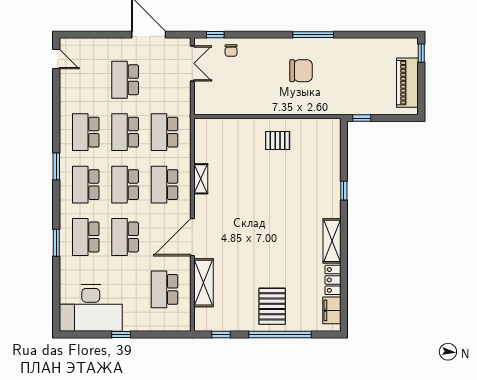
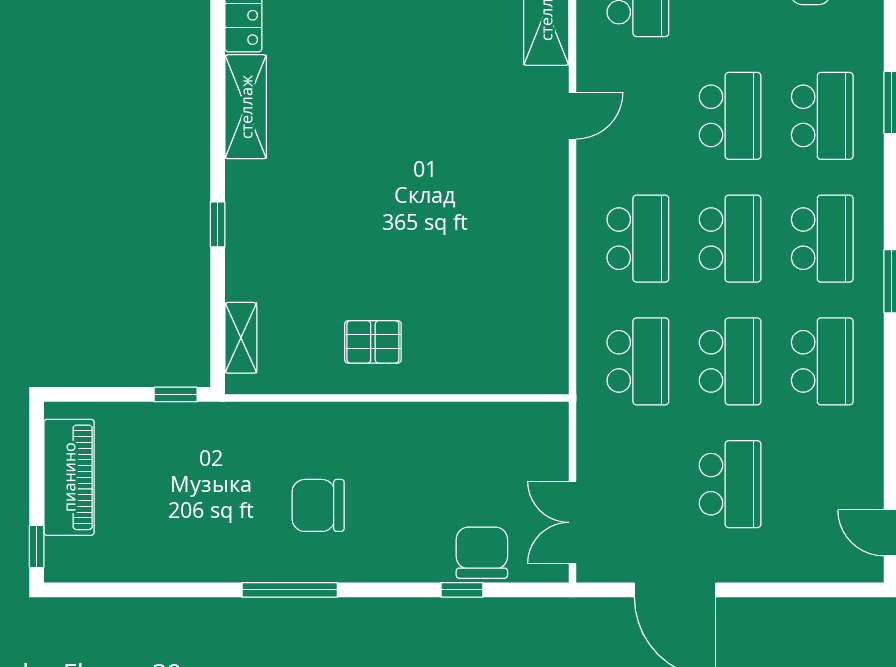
window: (215, 35) -> (462, 590), moved
chair: (231, 51) -> (482, 553), width x1.87, depth x1.87
shelving: (201, 179) -> (241, 338), moved
door: (192, 237) -> (573, 116), width x0.53

